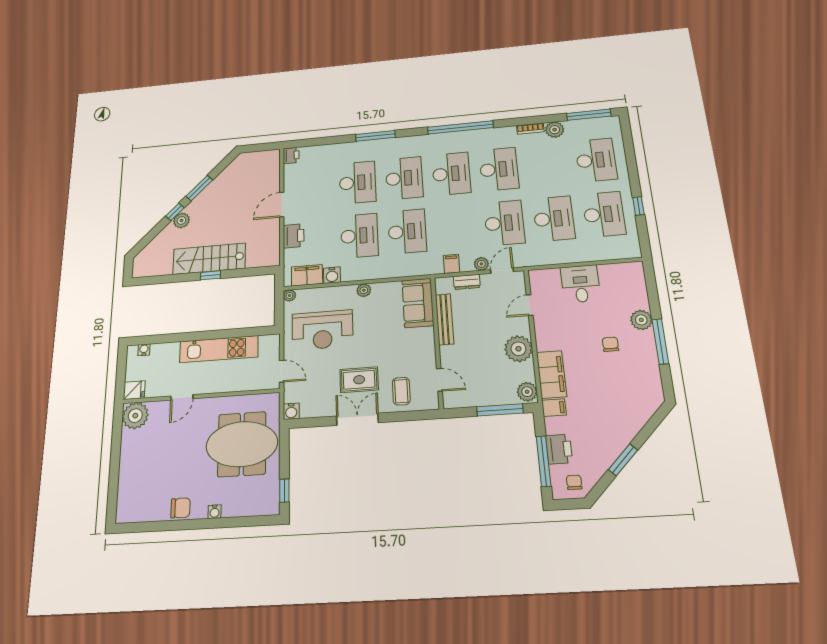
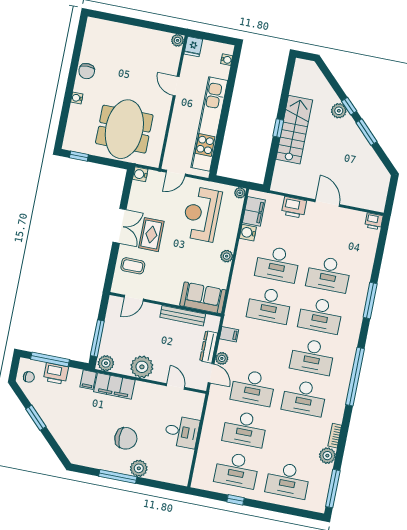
dresser: (467, 282) -> (209, 347), width x1.44
chair: (610, 344) -> (126, 438), width x1.87, depth x1.87
kitchen unit: (219, 349) -> (209, 124), width x1.36
plant: (135, 416) -> (178, 40), width x0.53, depth x0.53

